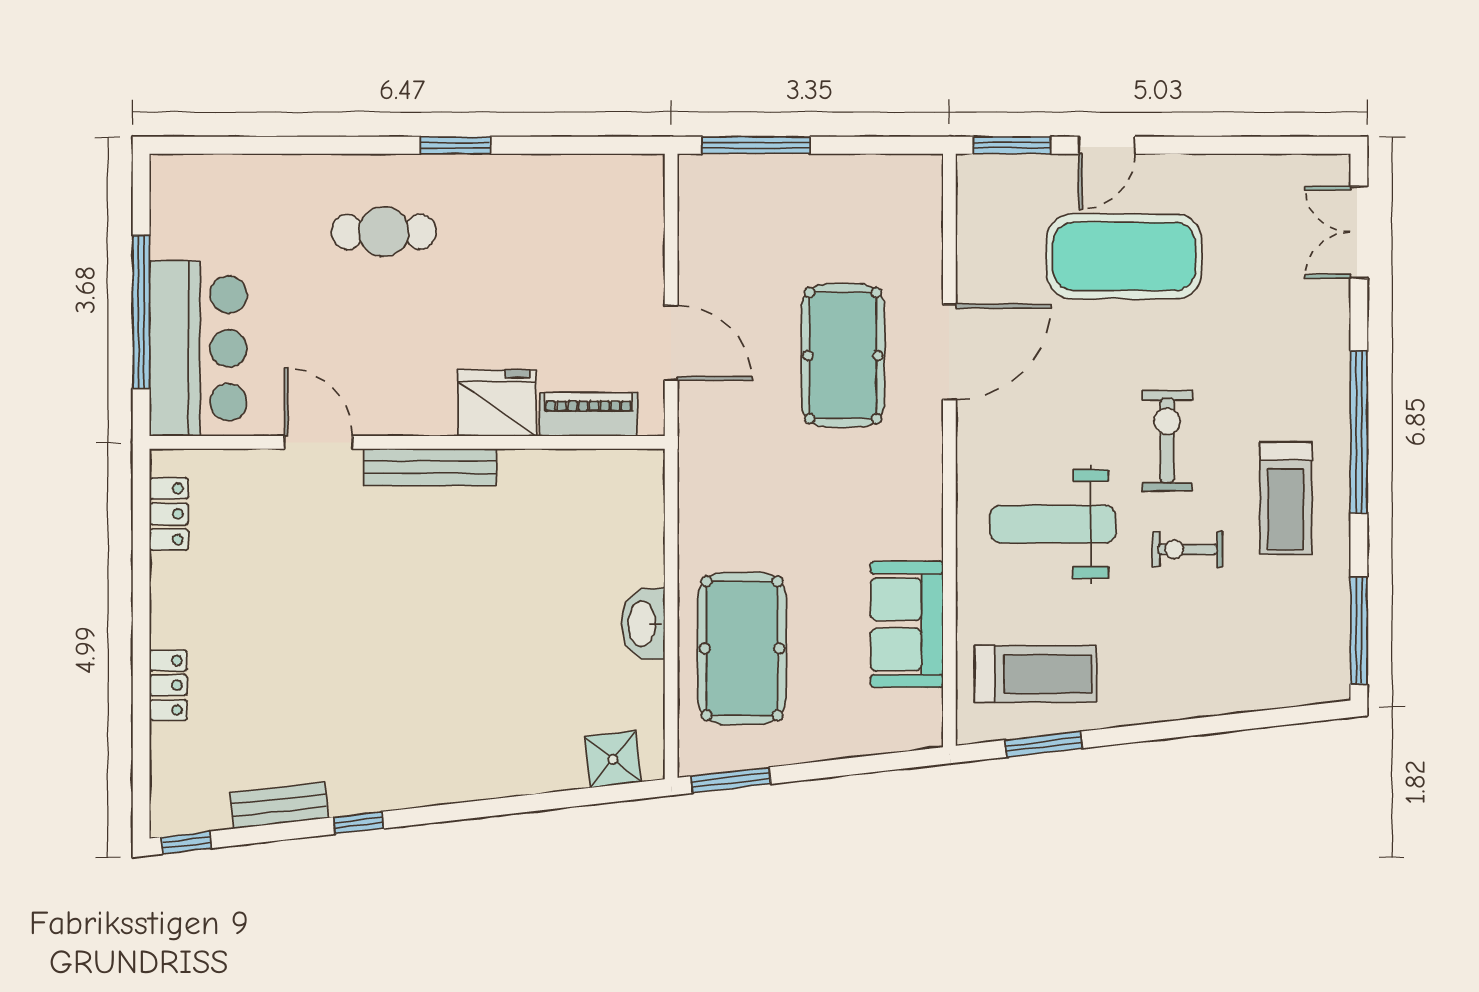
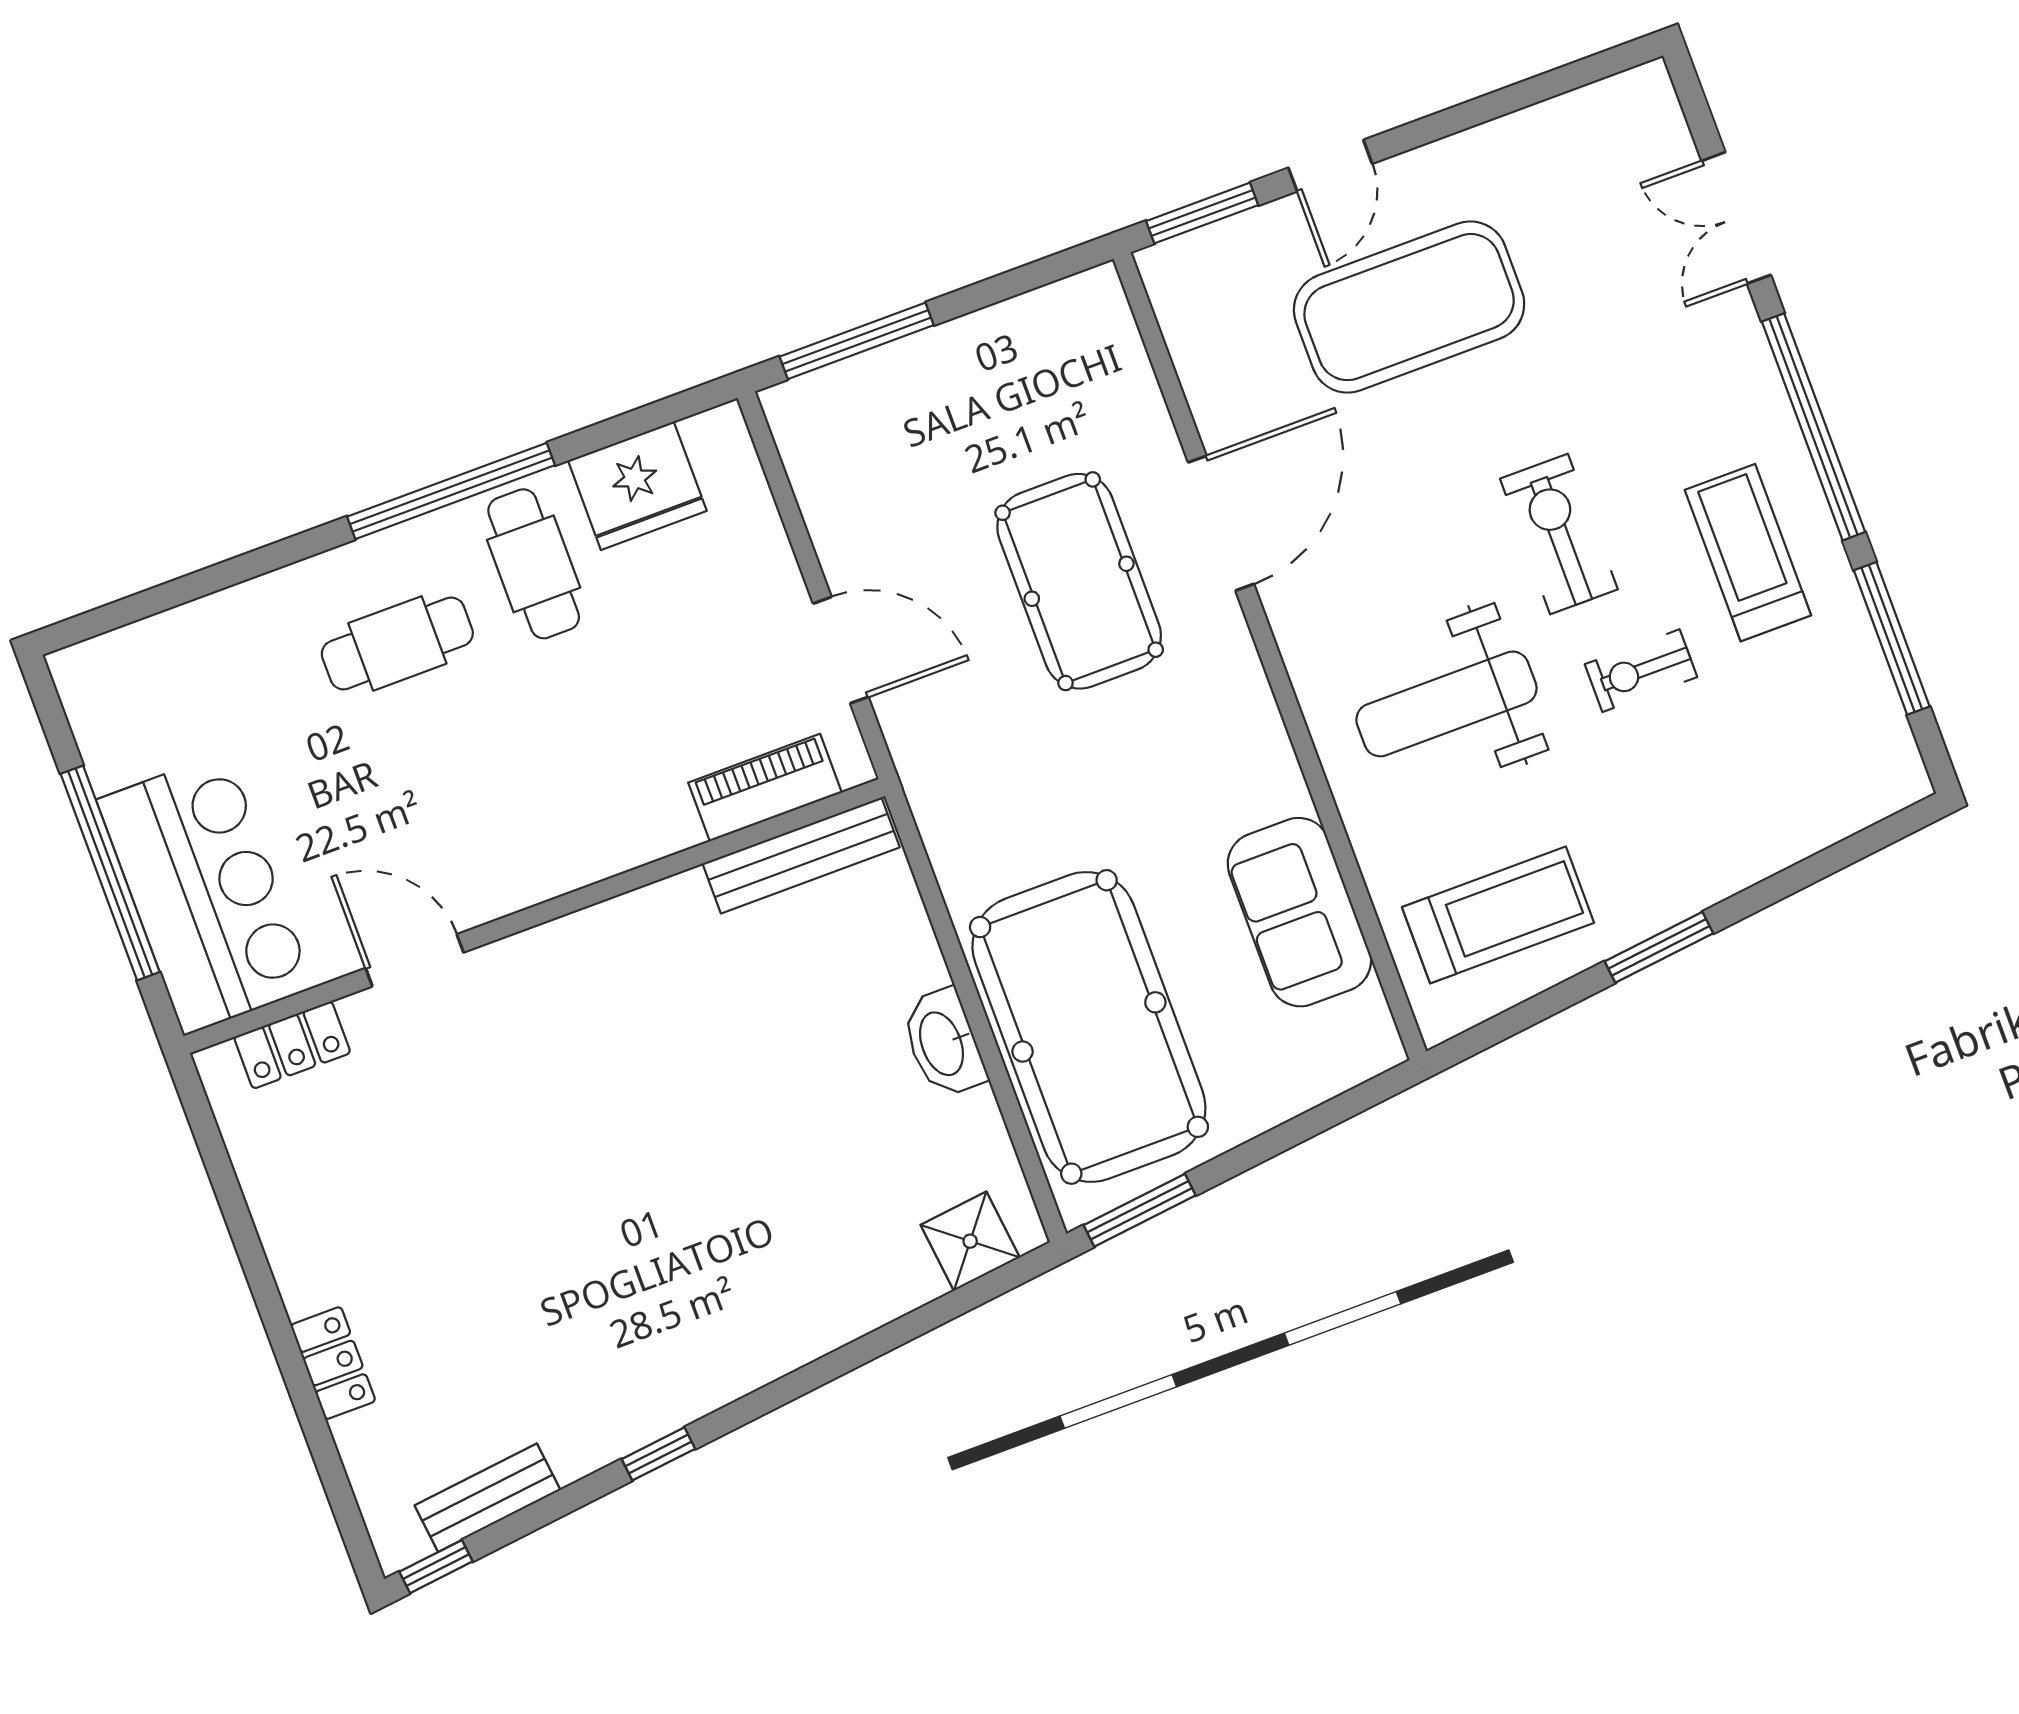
window: (455, 145) -> (451, 491), width x2.11
cafe table: (492, 213) -> (534, 564), added
double door: (1359, 232) -> (1736, 218), moved
fridge: (497, 403) -> (637, 486), moved, turned 180
bench: (430, 467) -> (801, 855), moved
treadmill: (1286, 498) -> (1748, 553), turned 180
locker: (169, 514) -> (292, 1045), moved, turned 90
window: (1359, 631) -> (1892, 638), moved
pool table: (742, 648) -> (1089, 1027), width x1.36, depth x1.32
window: (1044, 744) -> (1659, 947), moved
bench: (279, 805) -> (488, 1498), moved

